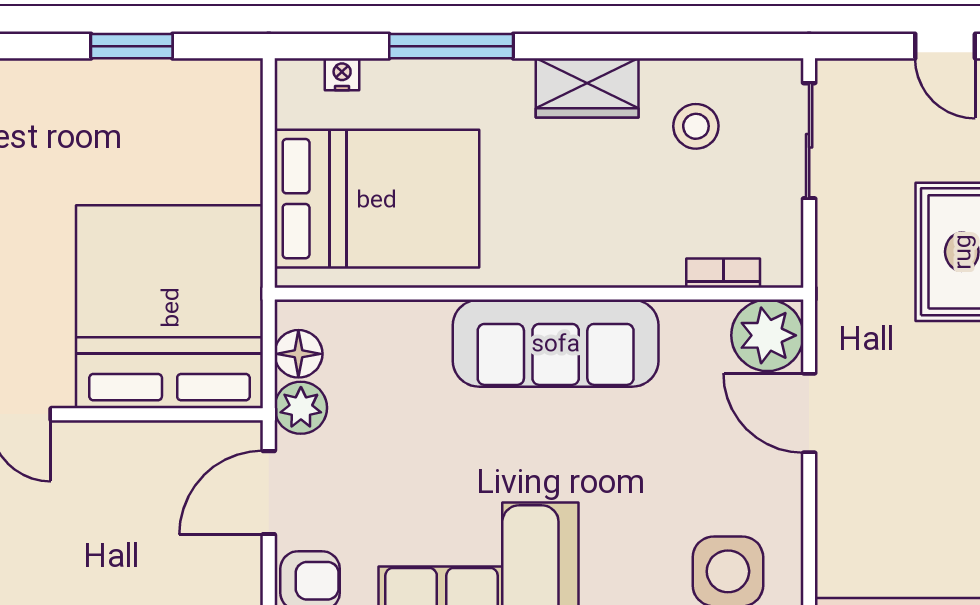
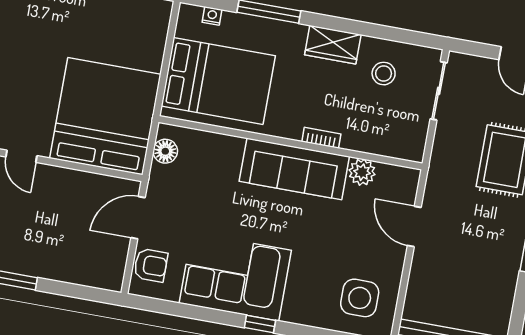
bookcase: (723, 273) -> (321, 138), moved
plant: (767, 335) -> (362, 172), moved, width x0.73, depth x0.73
plant: (301, 408) -> (162, 178), removed

